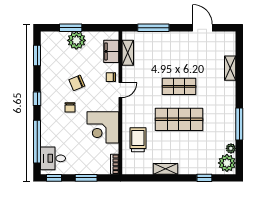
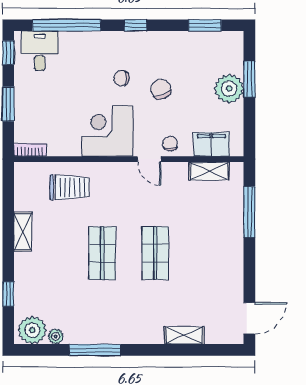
door: (202, 28) -> (249, 318), moved
shop shelf: (179, 119) -> (102, 253), width x0.70, depth x0.74
corner desk: (103, 127) -> (108, 131), moved

